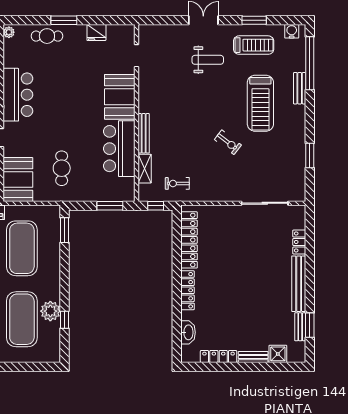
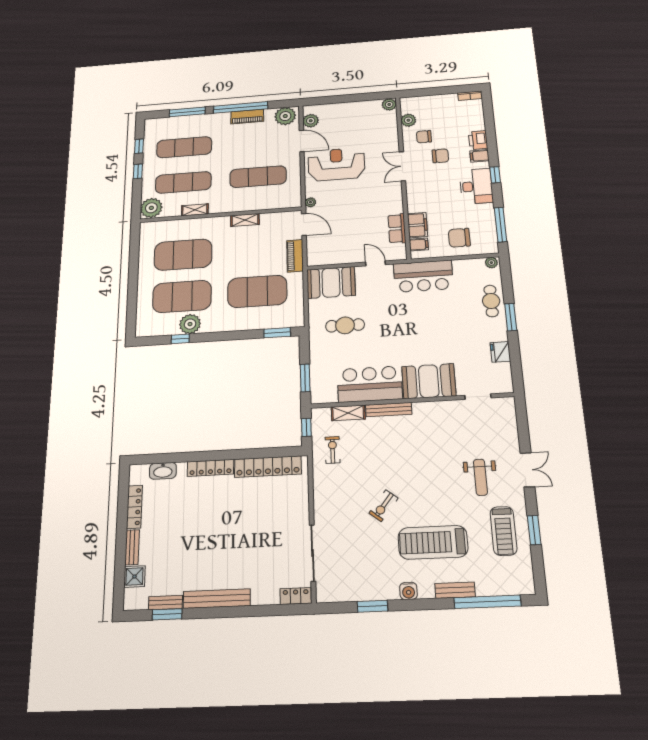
water cooler: (292, 31) -> (408, 591), moved, turned 90
locker: (299, 242) -> (296, 596), moved

